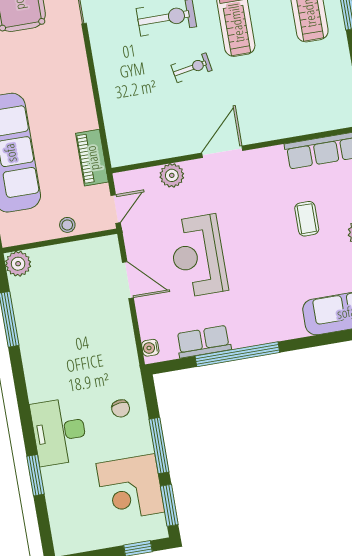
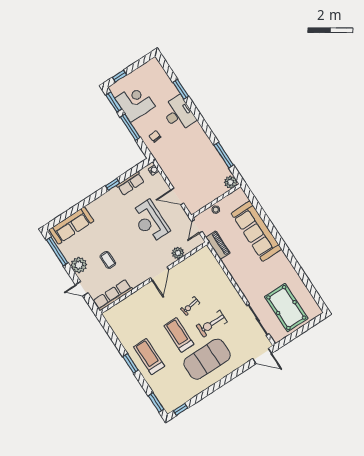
reception desk: (198, 256) -> (150, 221), turned 180
window: (237, 354) -> (113, 184), width x0.32

